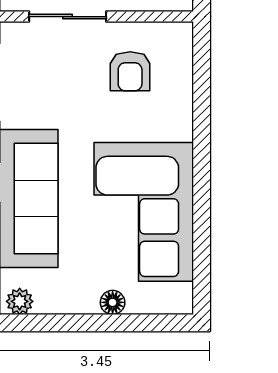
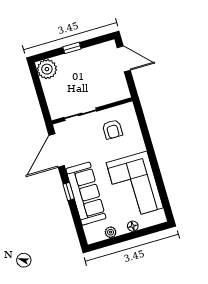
plant: (20, 301) -> (111, 232), moved

